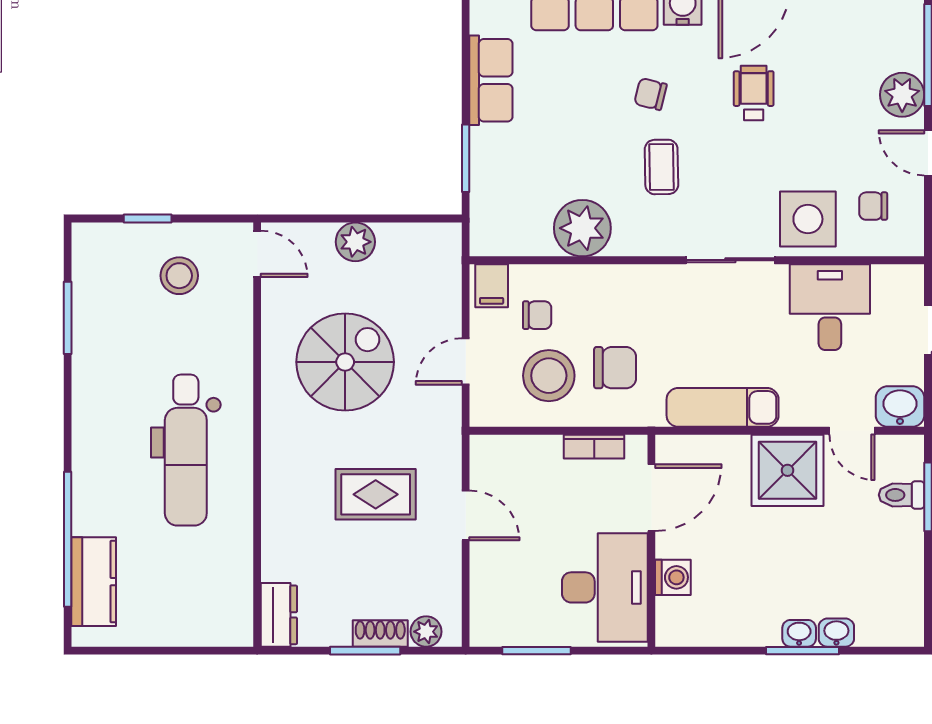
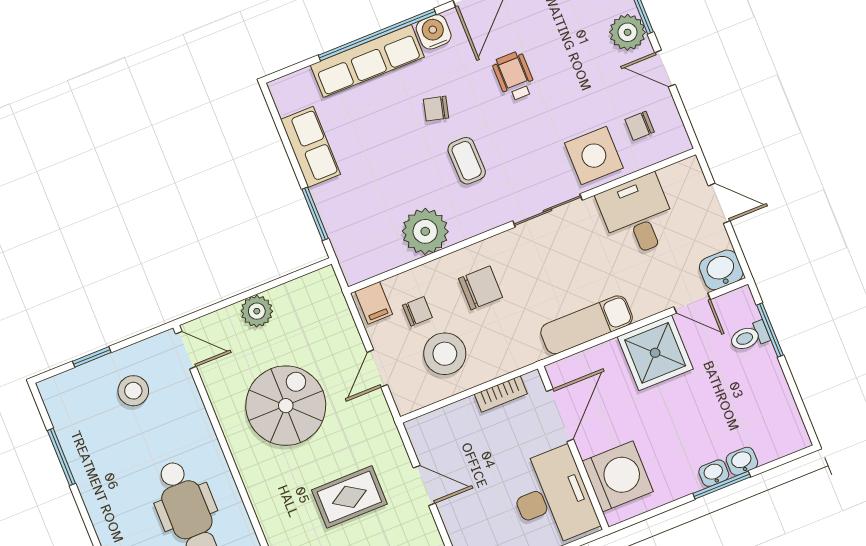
chair: (615, 368) -> (480, 288), moved
washing machine: (673, 577) -> (618, 476), width x1.89, depth x1.89

